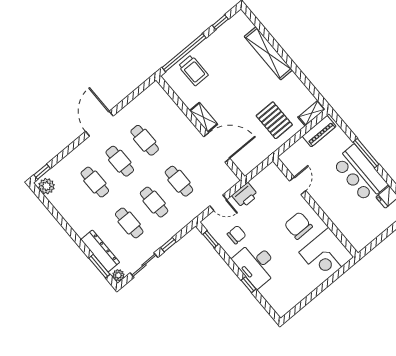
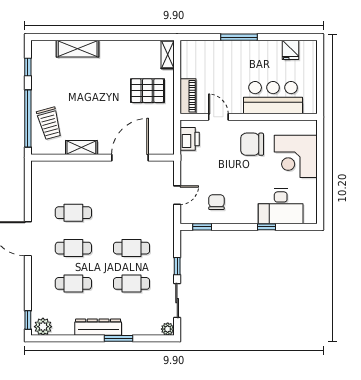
shelving: (268, 53) -> (78, 49), width x0.68
trolley: (193, 70) -> (49, 123), turned 75
shelving: (204, 117) -> (81, 148), moved
piano: (319, 131) -> (188, 96), moved
bar counter: (360, 174) -> (273, 98), moved, turned 180
cafe table: (179, 181) -> (132, 213), removed
printer: (245, 195) -> (190, 139), moved
dresser: (100, 251) -> (98, 327), moved
corner desk: (326, 255) -> (296, 156), moved, turned 90
desk: (256, 264) -> (281, 206), moved
window: (99, 266) -> (118, 338), moved

